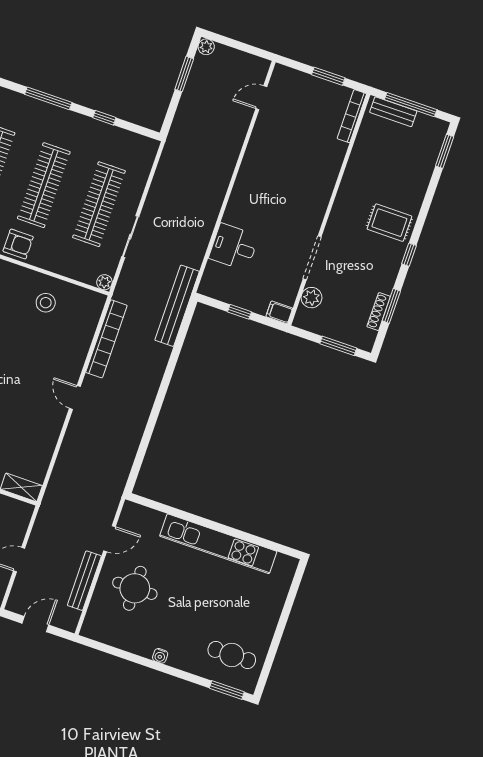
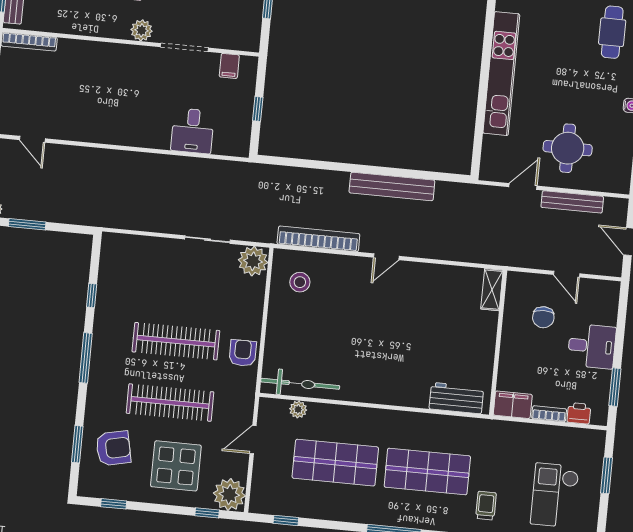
clothes rail: (99, 204) -> (182, 280), removed
plant: (104, 282) -> (253, 261), width x1.87, depth x1.87
plant: (311, 298) -> (142, 30), moved
stool: (46, 303) -> (300, 282), moved
bench: (177, 306) -> (392, 186), moved
filing cabinet: (279, 312) -> (229, 66), moved
door: (109, 539) -> (523, 186), hinge flipped

